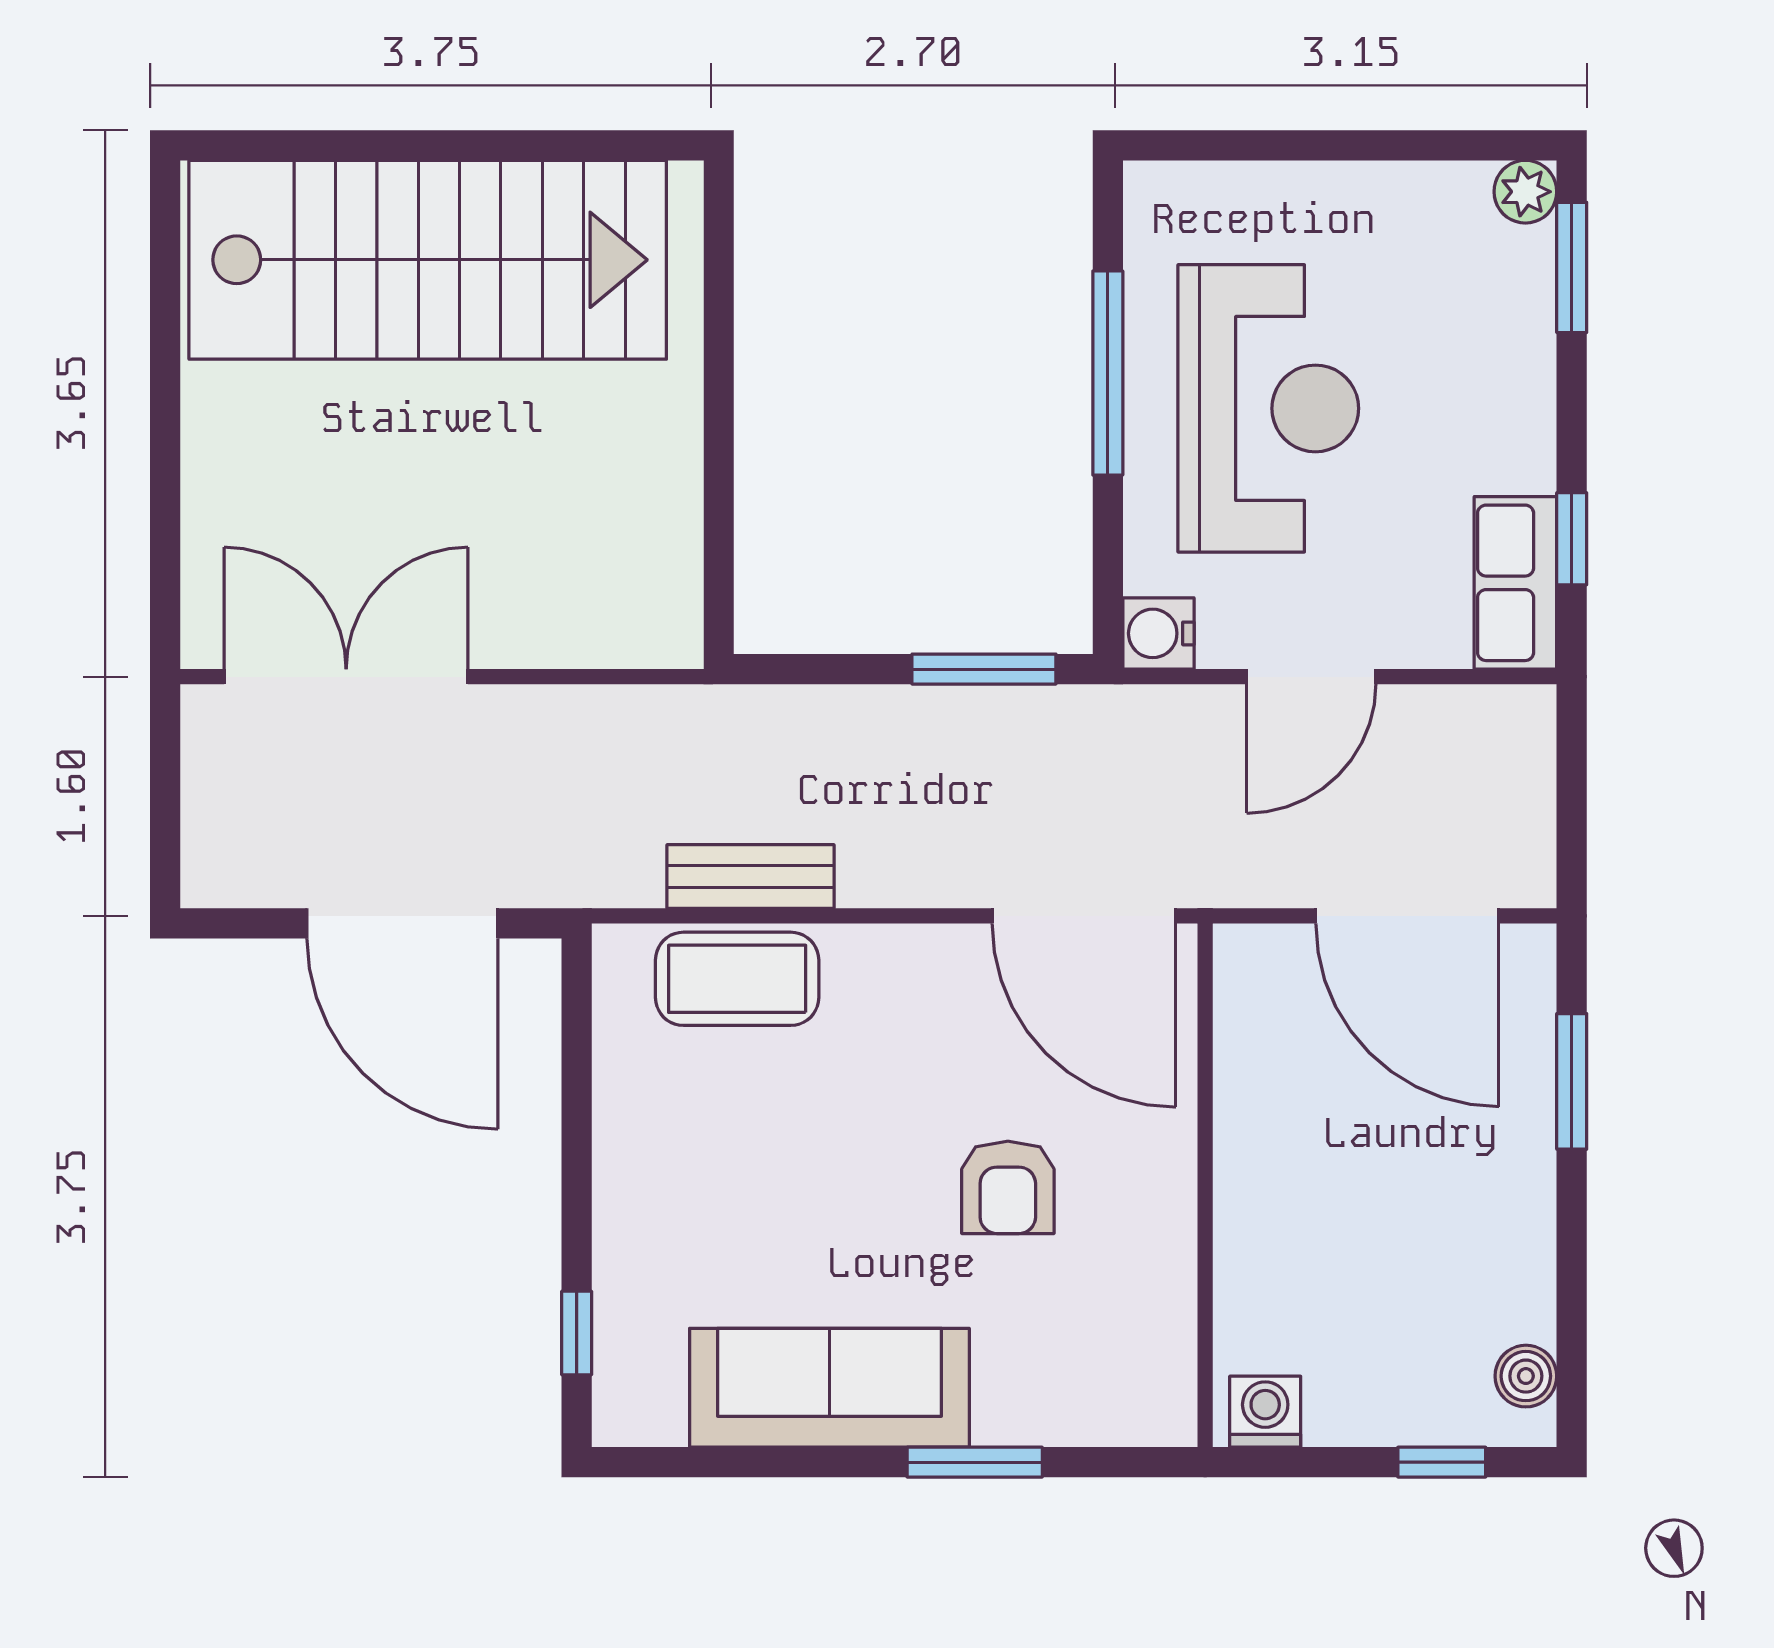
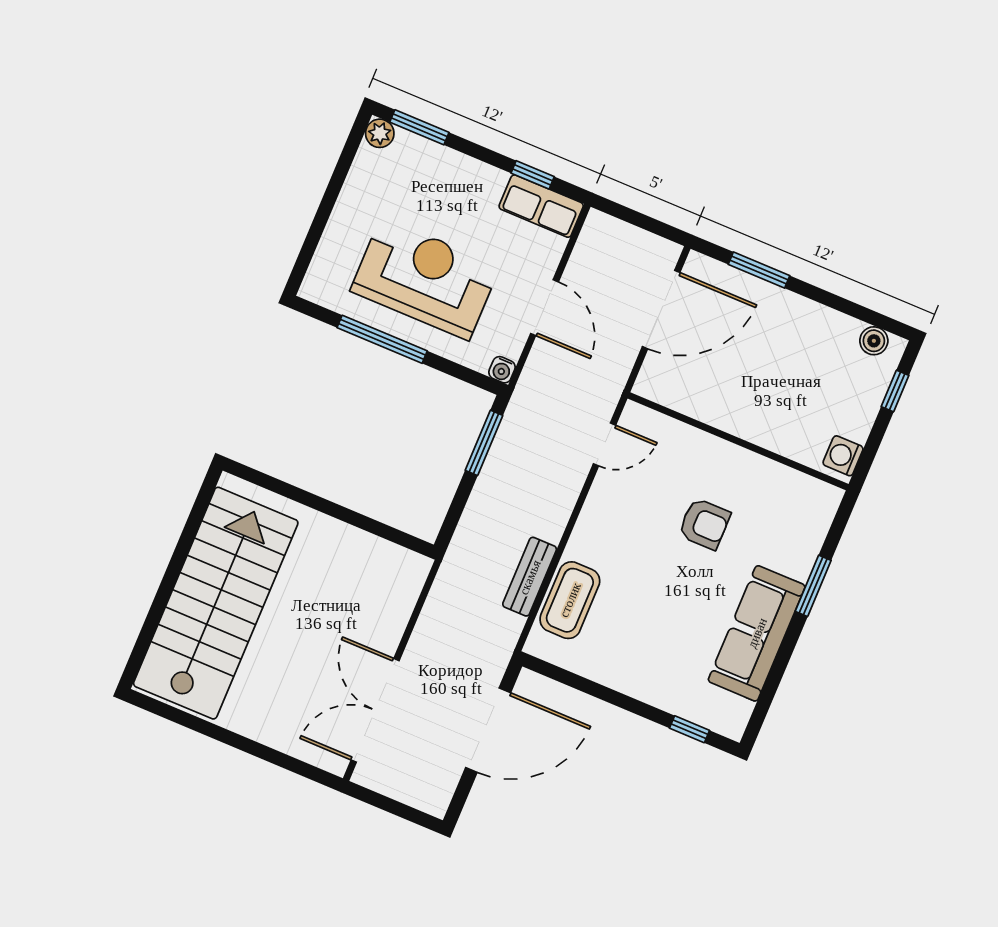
water cooler: (1158, 633) -> (502, 370), width x0.72, depth x0.72
door: (1084, 916) -> (604, 444), width x0.53

